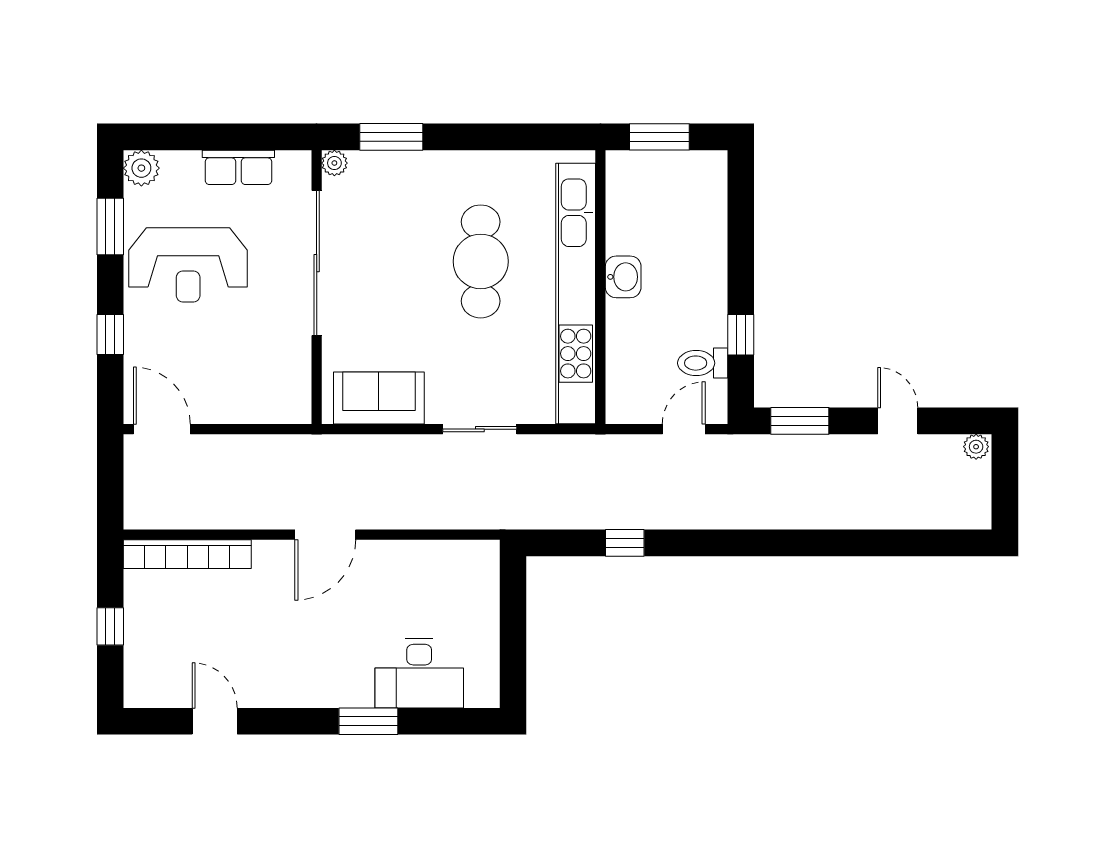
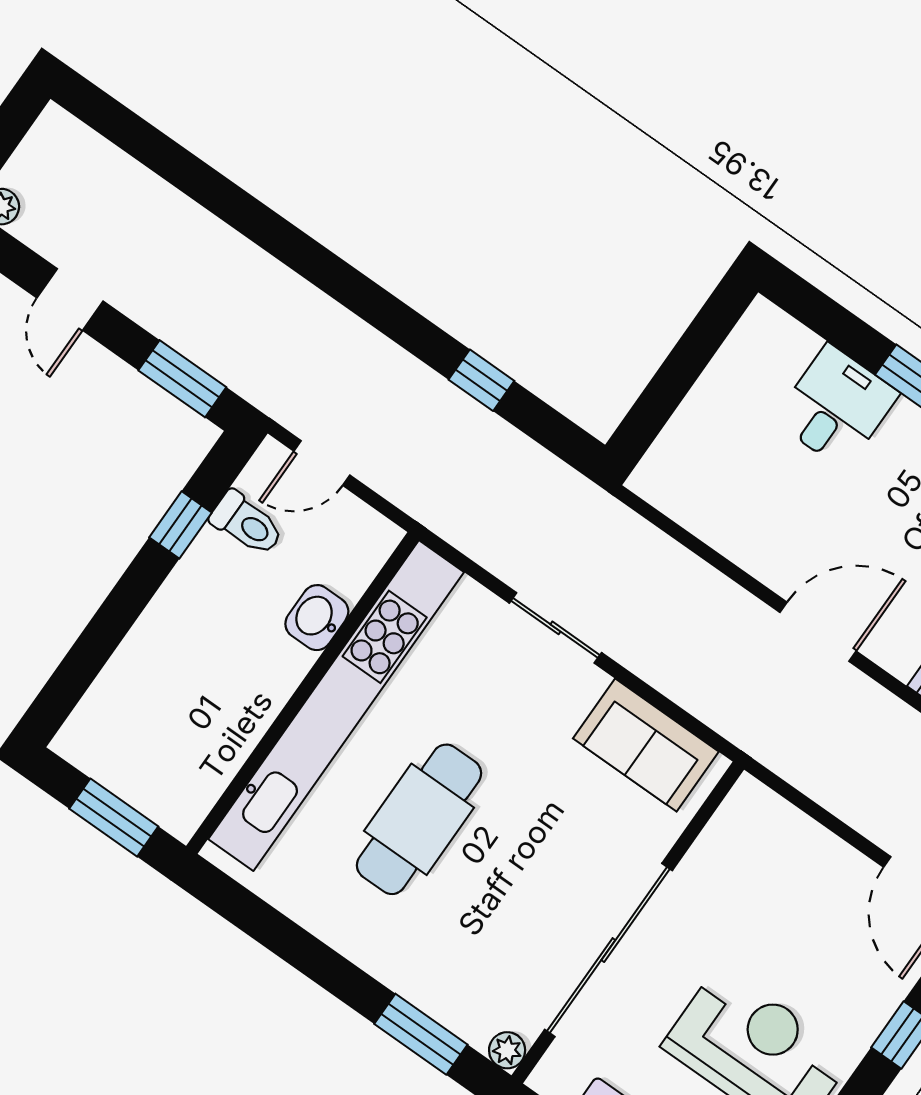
washbasin: (623, 277) -> (317, 618), moved
desk: (419, 673) -> (836, 407), width x0.73

